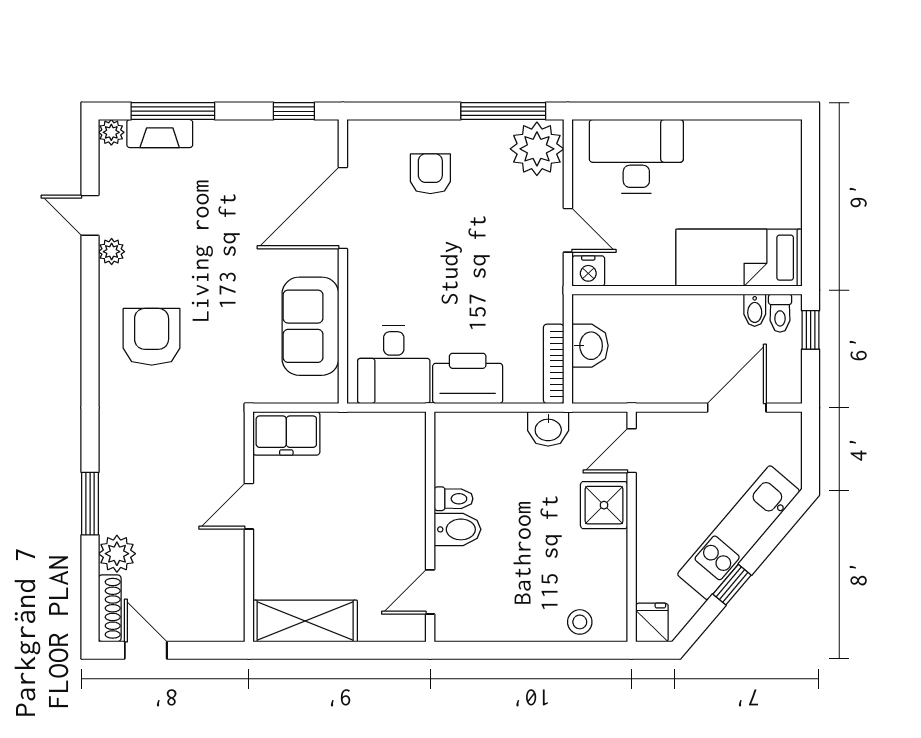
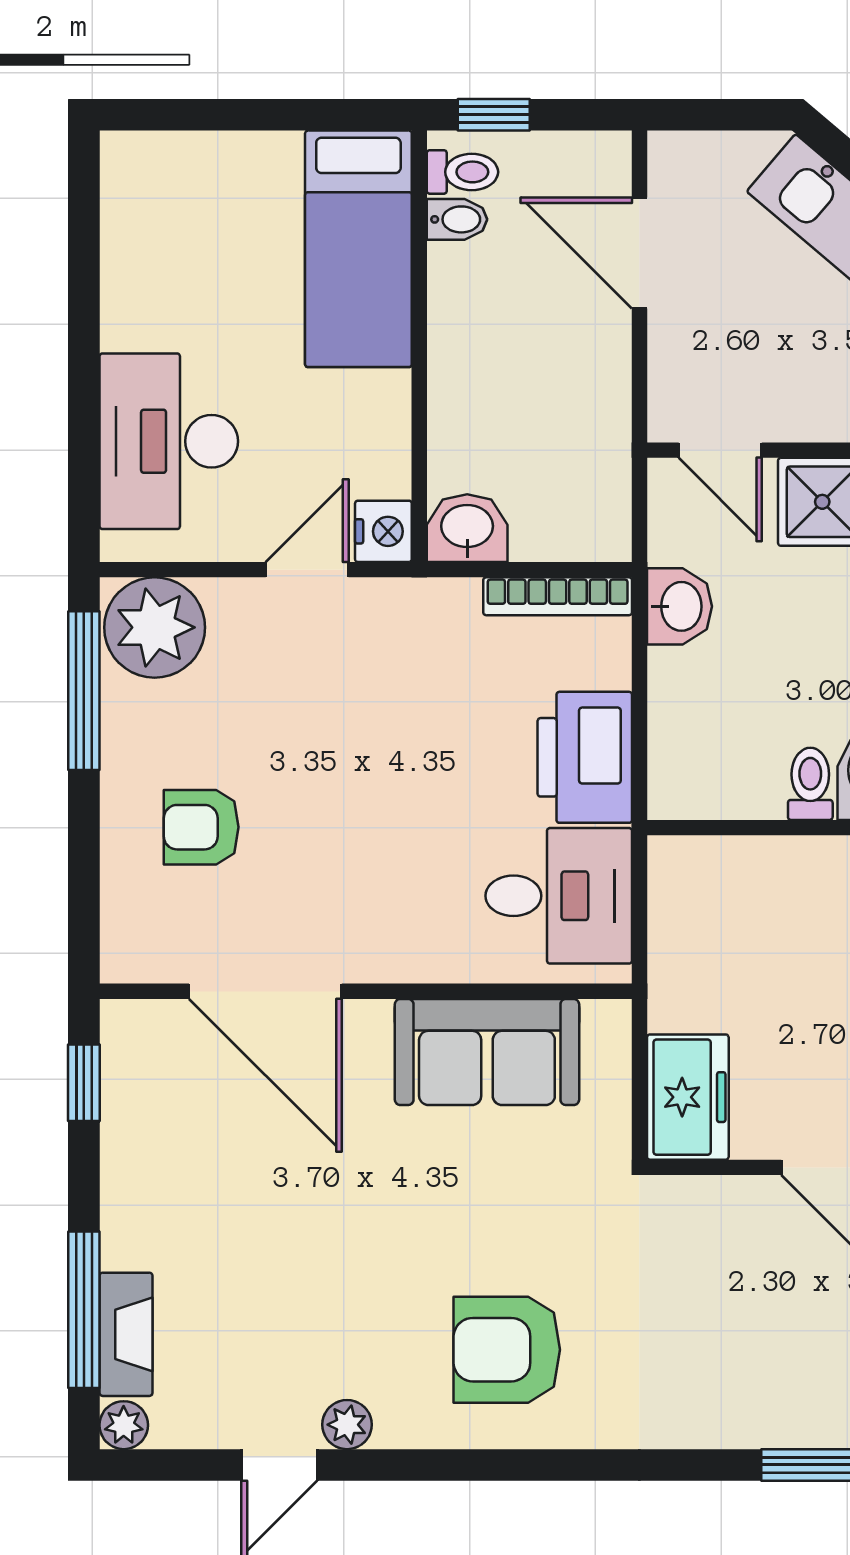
washbasin: (590, 346) -> (467, 528), moved

